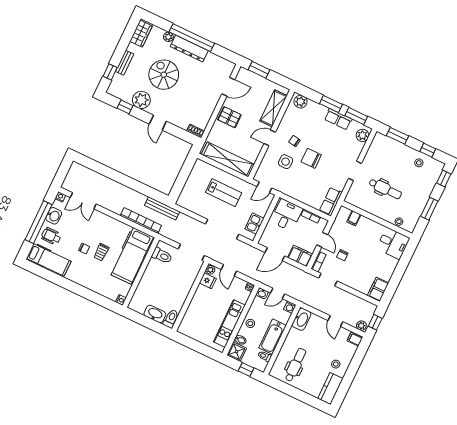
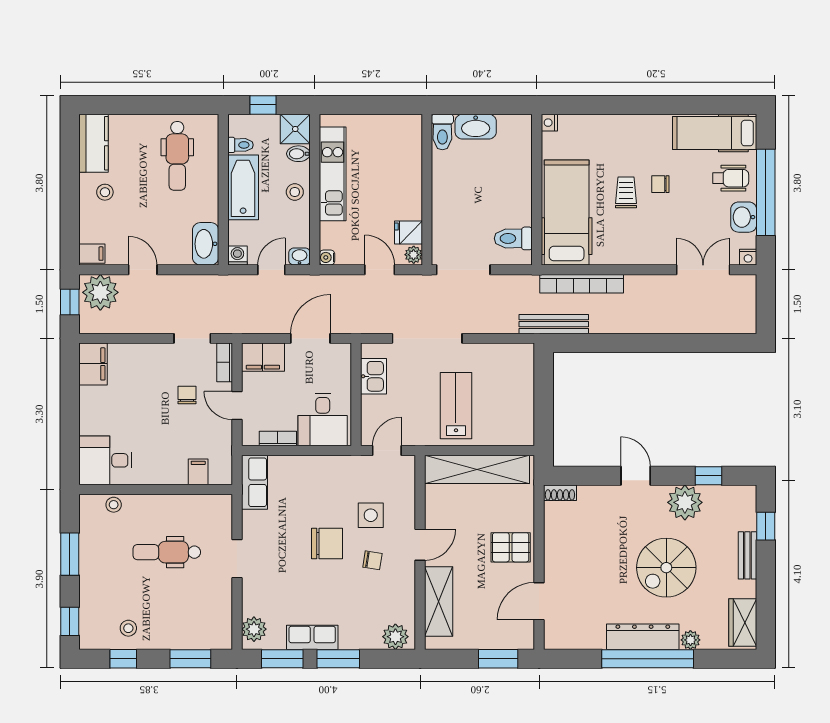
spiral stairs: (164, 75) -> (666, 568), turned 90
lab bench: (224, 193) -> (456, 406), turned 90
plant: (361, 326) -> (100, 292), width x1.88, depth x1.88

